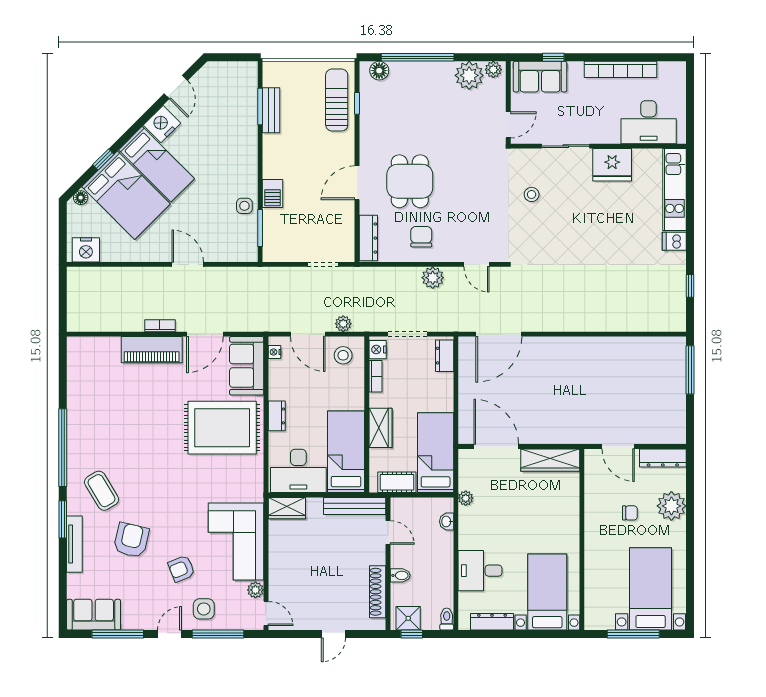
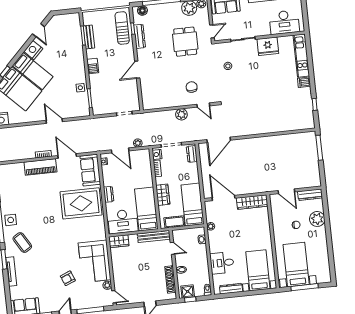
dining table: (410, 181) -> (185, 42), moved
barbecue: (272, 194) -> (93, 66), moved
chair: (421, 237) -> (192, 87), moved
dresser: (368, 238) -> (140, 36), moved
door: (205, 334) -> (67, 156), swing flipped
stool: (343, 355) -> (140, 159), removed
armchair: (131, 540) -> (40, 266), removed
bed with nightstands: (651, 589) -> (296, 265), moved
side table: (204, 609) -> (11, 220), moved

